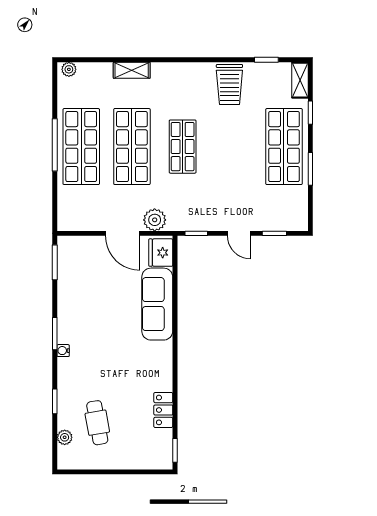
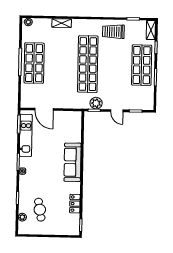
trolley: (229, 84) -> (113, 32), turned 90
shop shelf: (132, 147) -> (61, 64), removed
shop shelf: (183, 147) -> (88, 64), width x2.00, depth x1.36
plant: (155, 220) -> (96, 103), moved
door: (123, 233) -> (44, 109), moved
fridge: (161, 253) -> (75, 120), removed
kitchen unit: (68, 283) -> (26, 135), added
sofa: (157, 304) -> (73, 162), moved

